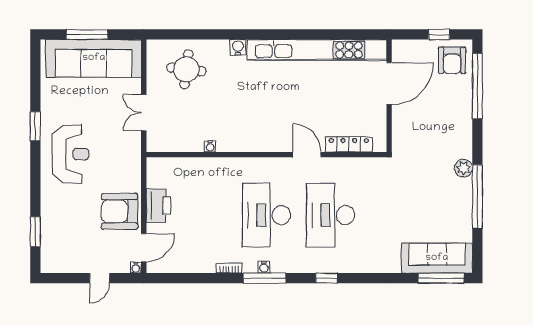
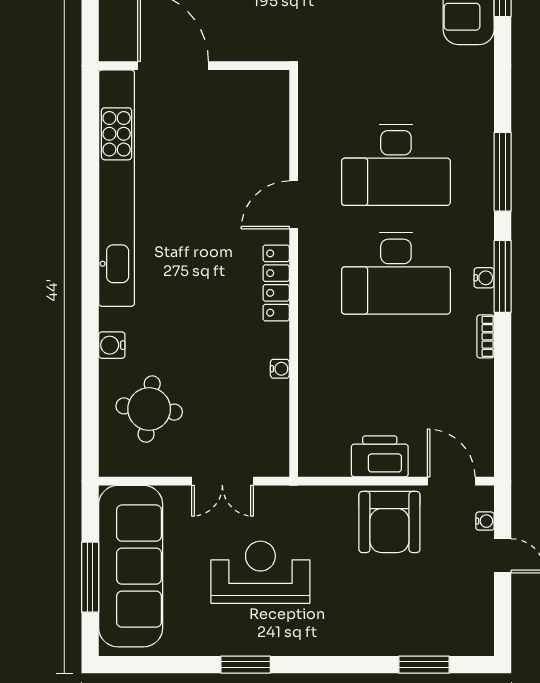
water cooler: (238, 47) -> (112, 345), moved
locker: (349, 144) -> (276, 283), moved
reception desk: (70, 154) -> (260, 572), moved
water cooler: (136, 268) -> (485, 521), moved
window: (326, 278) -> (503, 172), width x2.17

